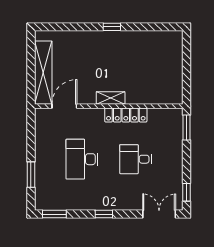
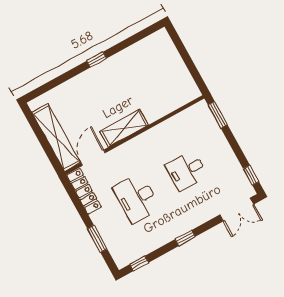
shelving: (111, 98) -> (124, 128), width x1.50, depth x1.33
locker: (126, 115) -> (84, 191), moved, turned -90
window: (54, 214) -> (139, 263), width x0.67
double door: (159, 214) -> (237, 210), swing flipped

